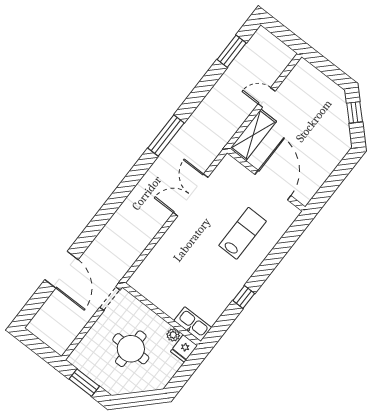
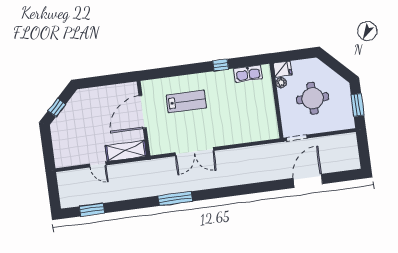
lab bench: (243, 233) -> (186, 101), turned 180
kitchen sink: (193, 324) -> (248, 74), moved, turned -90

